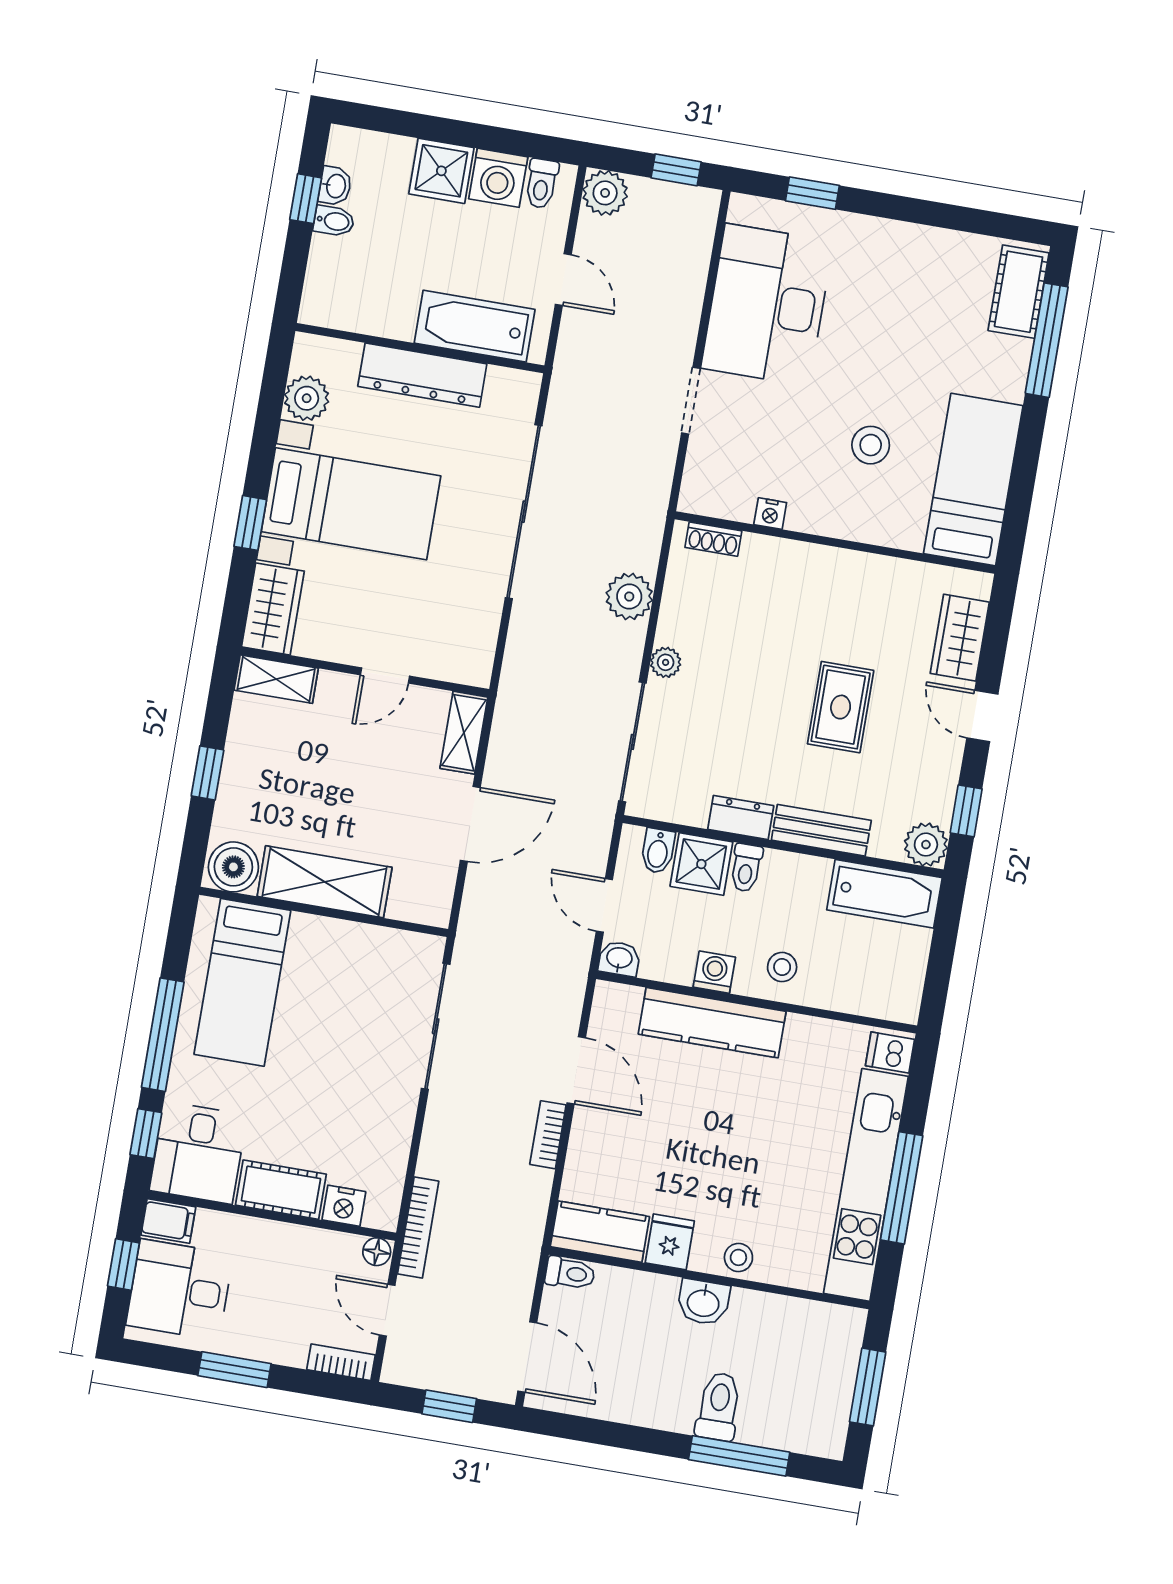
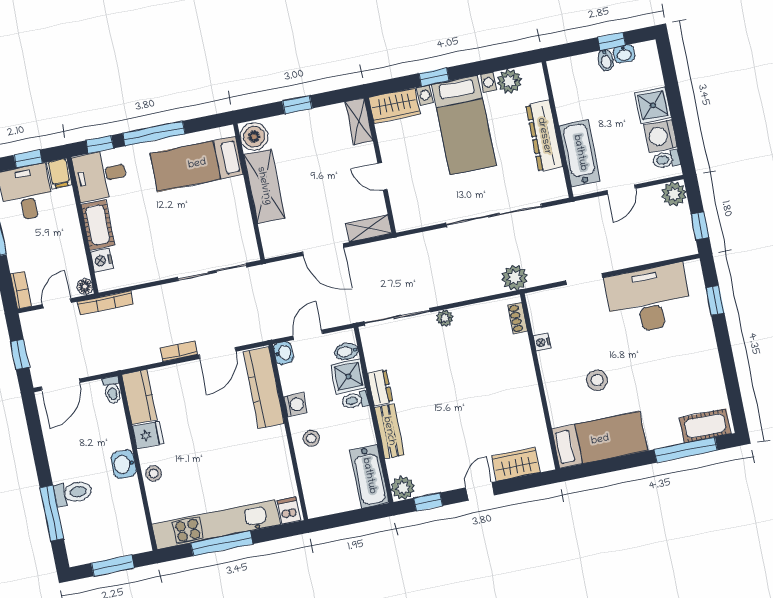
plant: (629, 597) -> (515, 278), moved
rug: (841, 707) -> (457, 417), removed
kitchen counter: (712, 1023) -> (264, 388), moved

